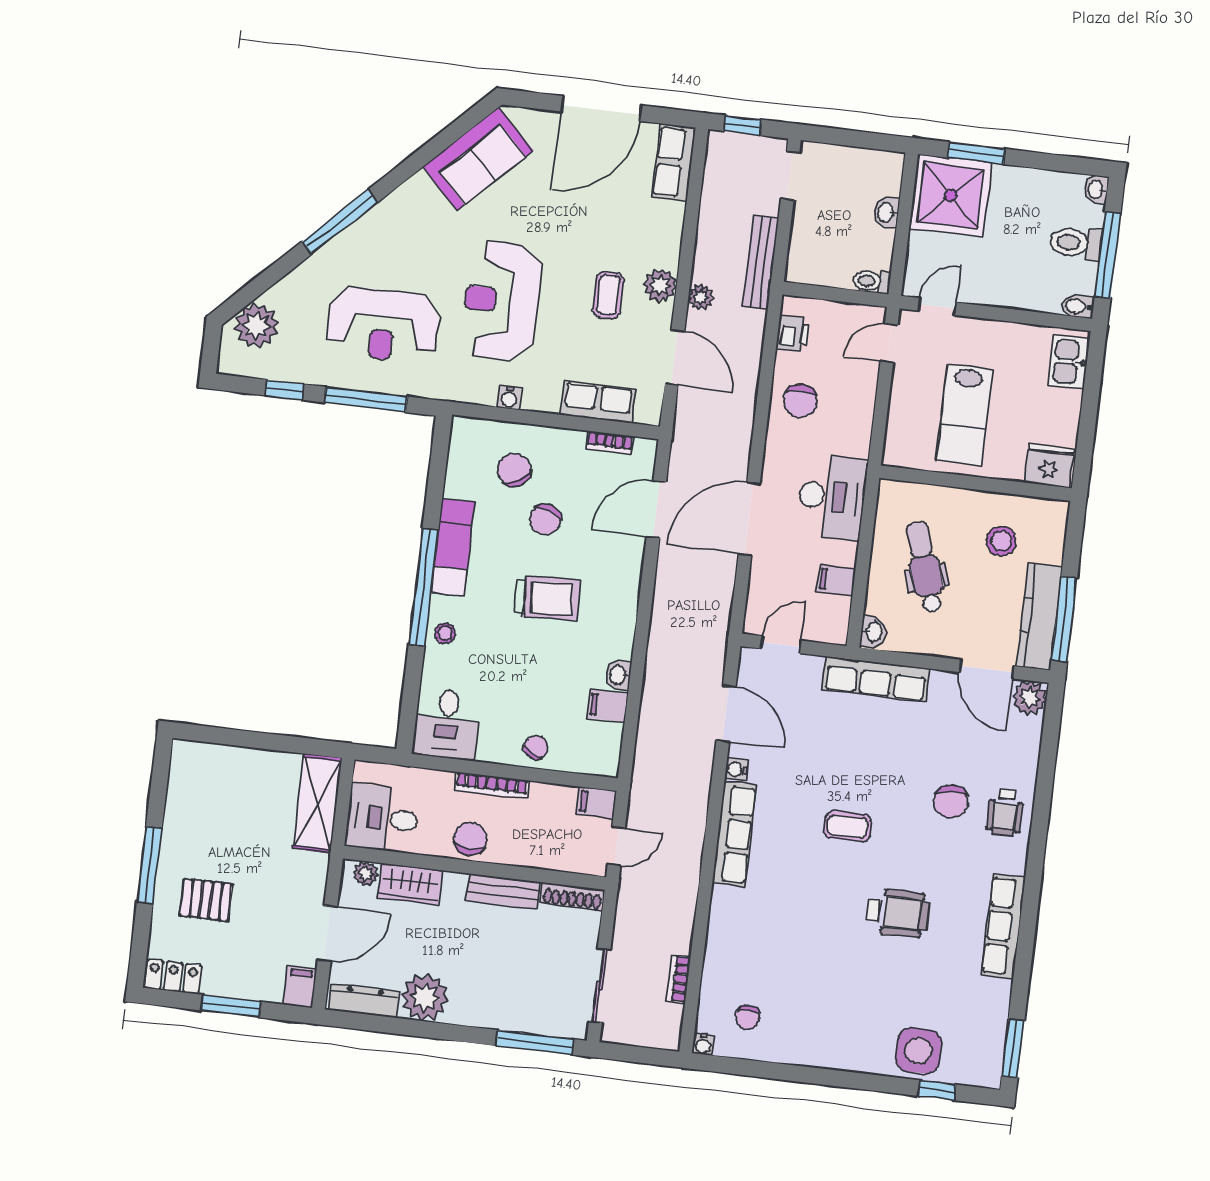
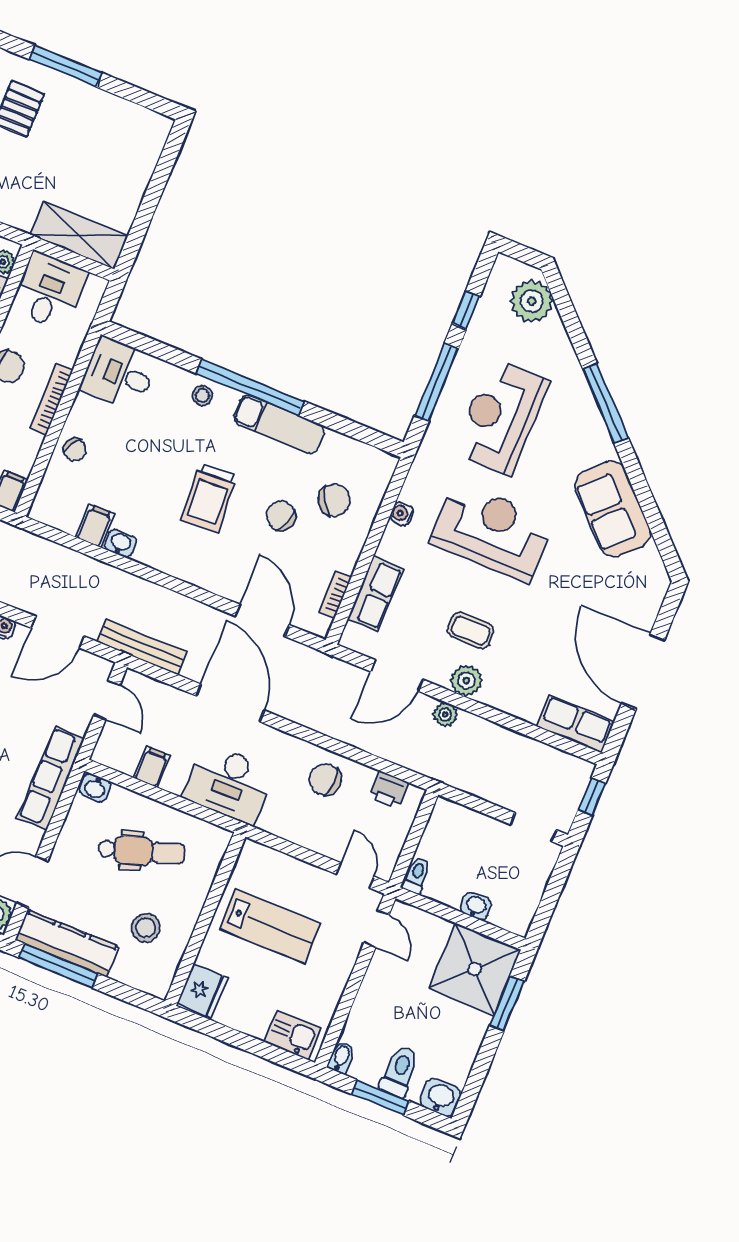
sofa: (478, 159) -> (613, 509), moved
washbasin: (1096, 189) -> (440, 1097), width x1.38, depth x1.45
window: (1108, 255) -> (380, 1098), width x0.69
bench: (761, 263) -> (142, 647), moved
lab bench: (964, 415) -> (270, 926), turned 180

